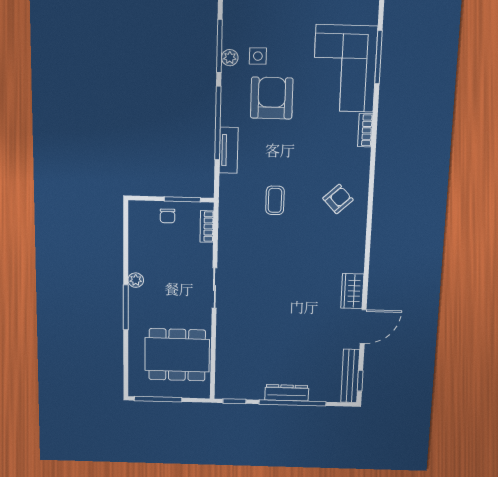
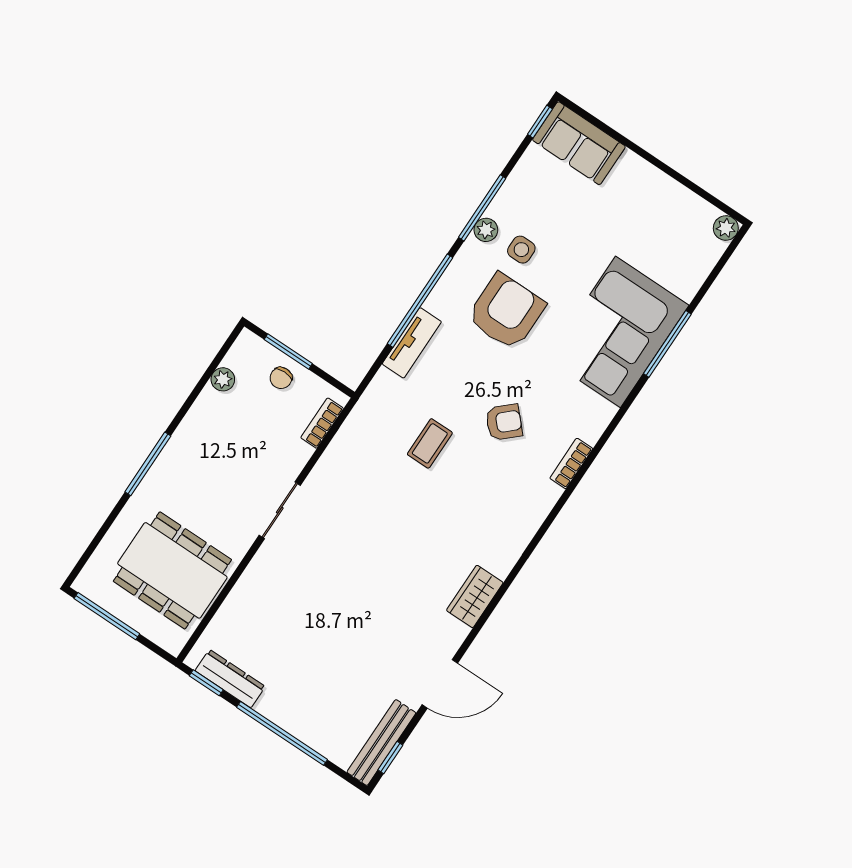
bookcase: (365, 130) -> (571, 463), moved
window: (182, 199) -> (288, 352), moved
armchair: (338, 199) -> (504, 422), moved
plant: (136, 280) -> (223, 379), moved
wardrobe: (352, 291) -> (475, 596), moved
dresser: (287, 393) -> (230, 679), moved

